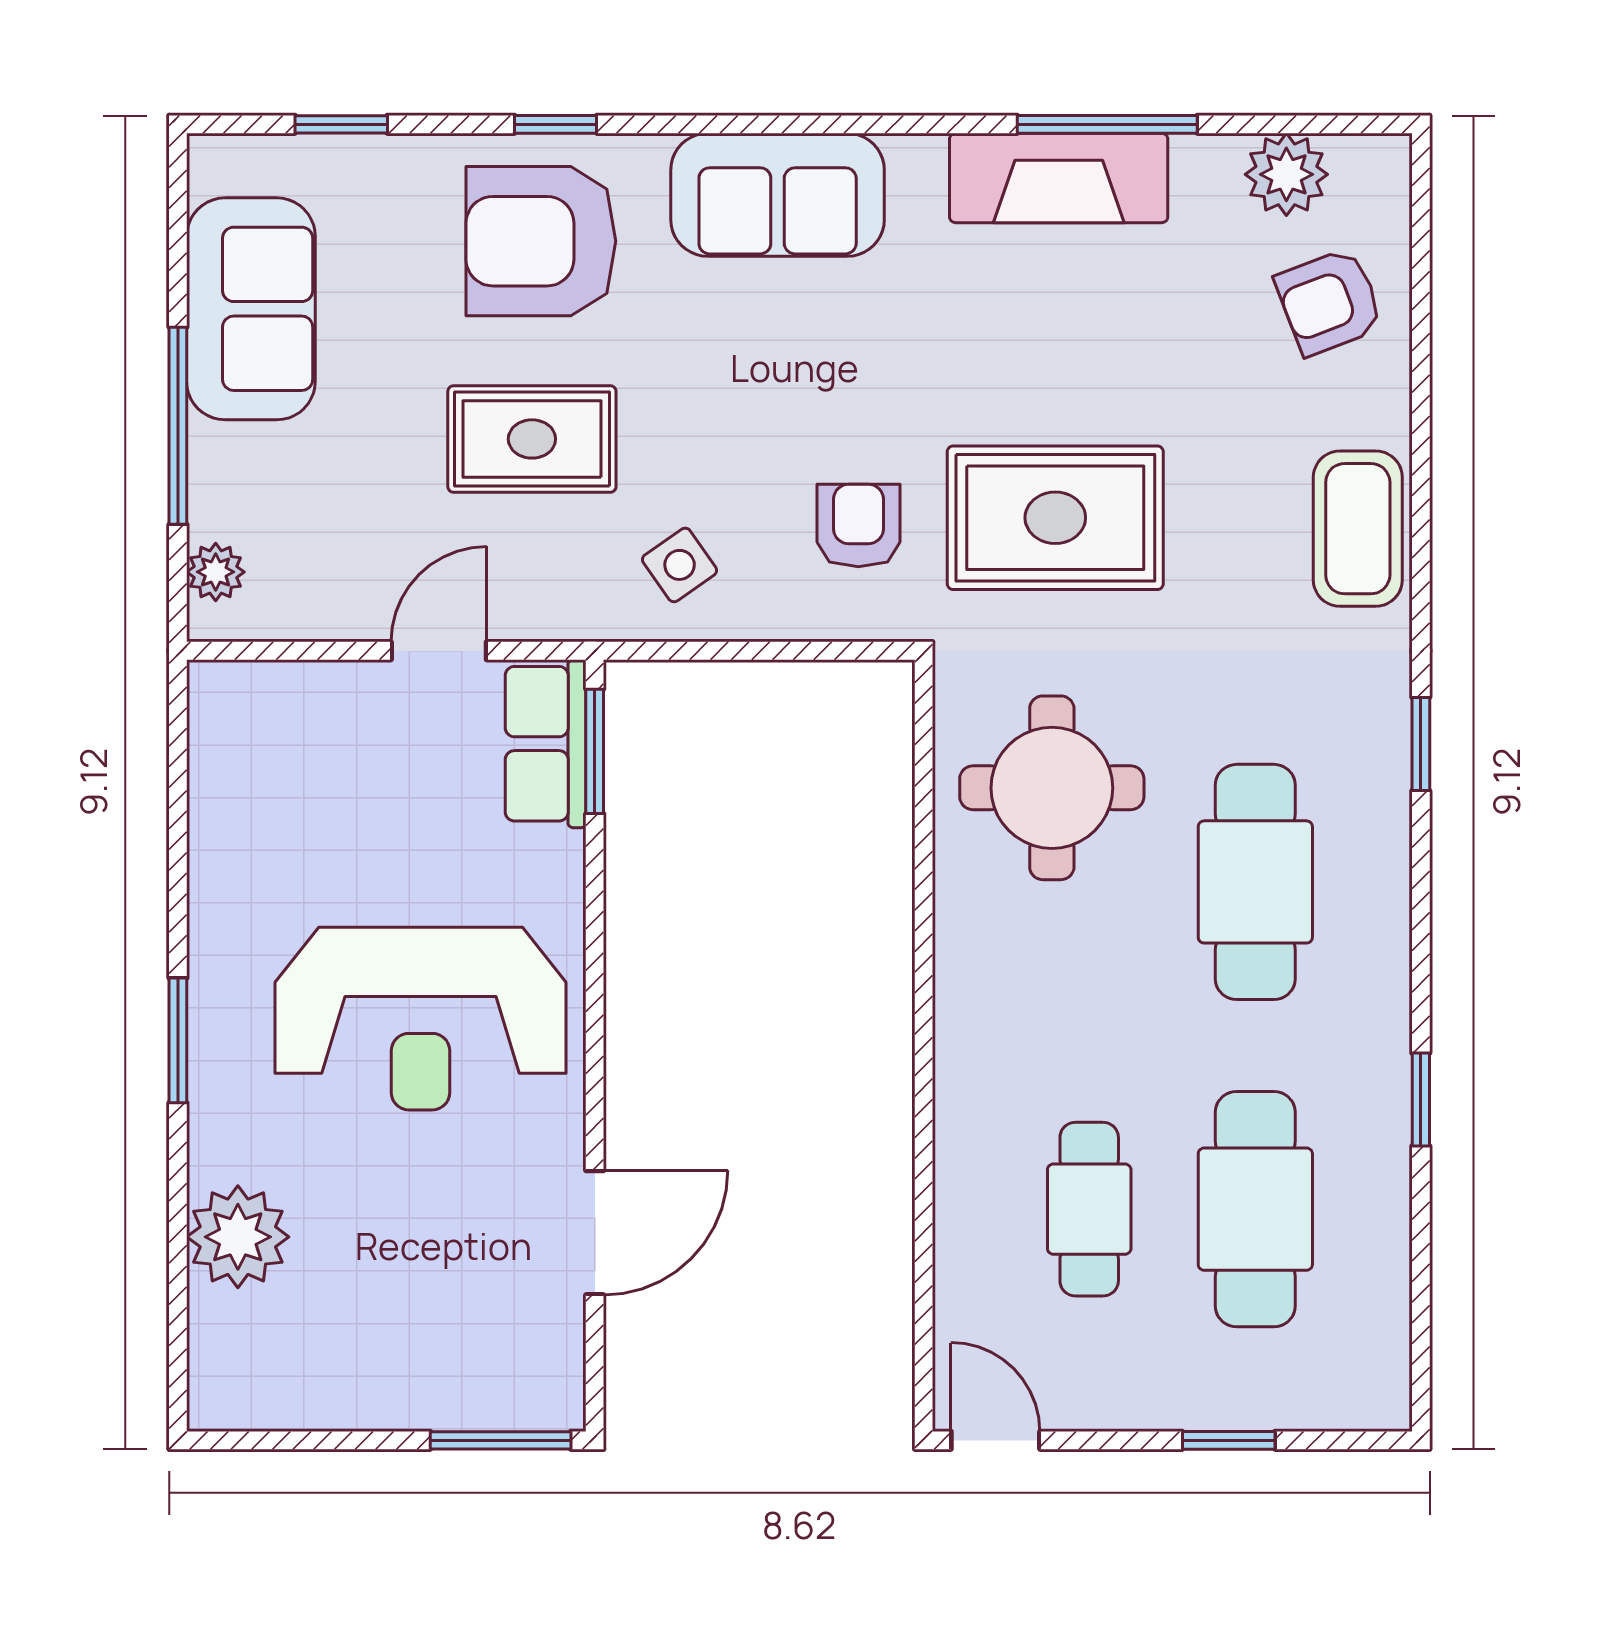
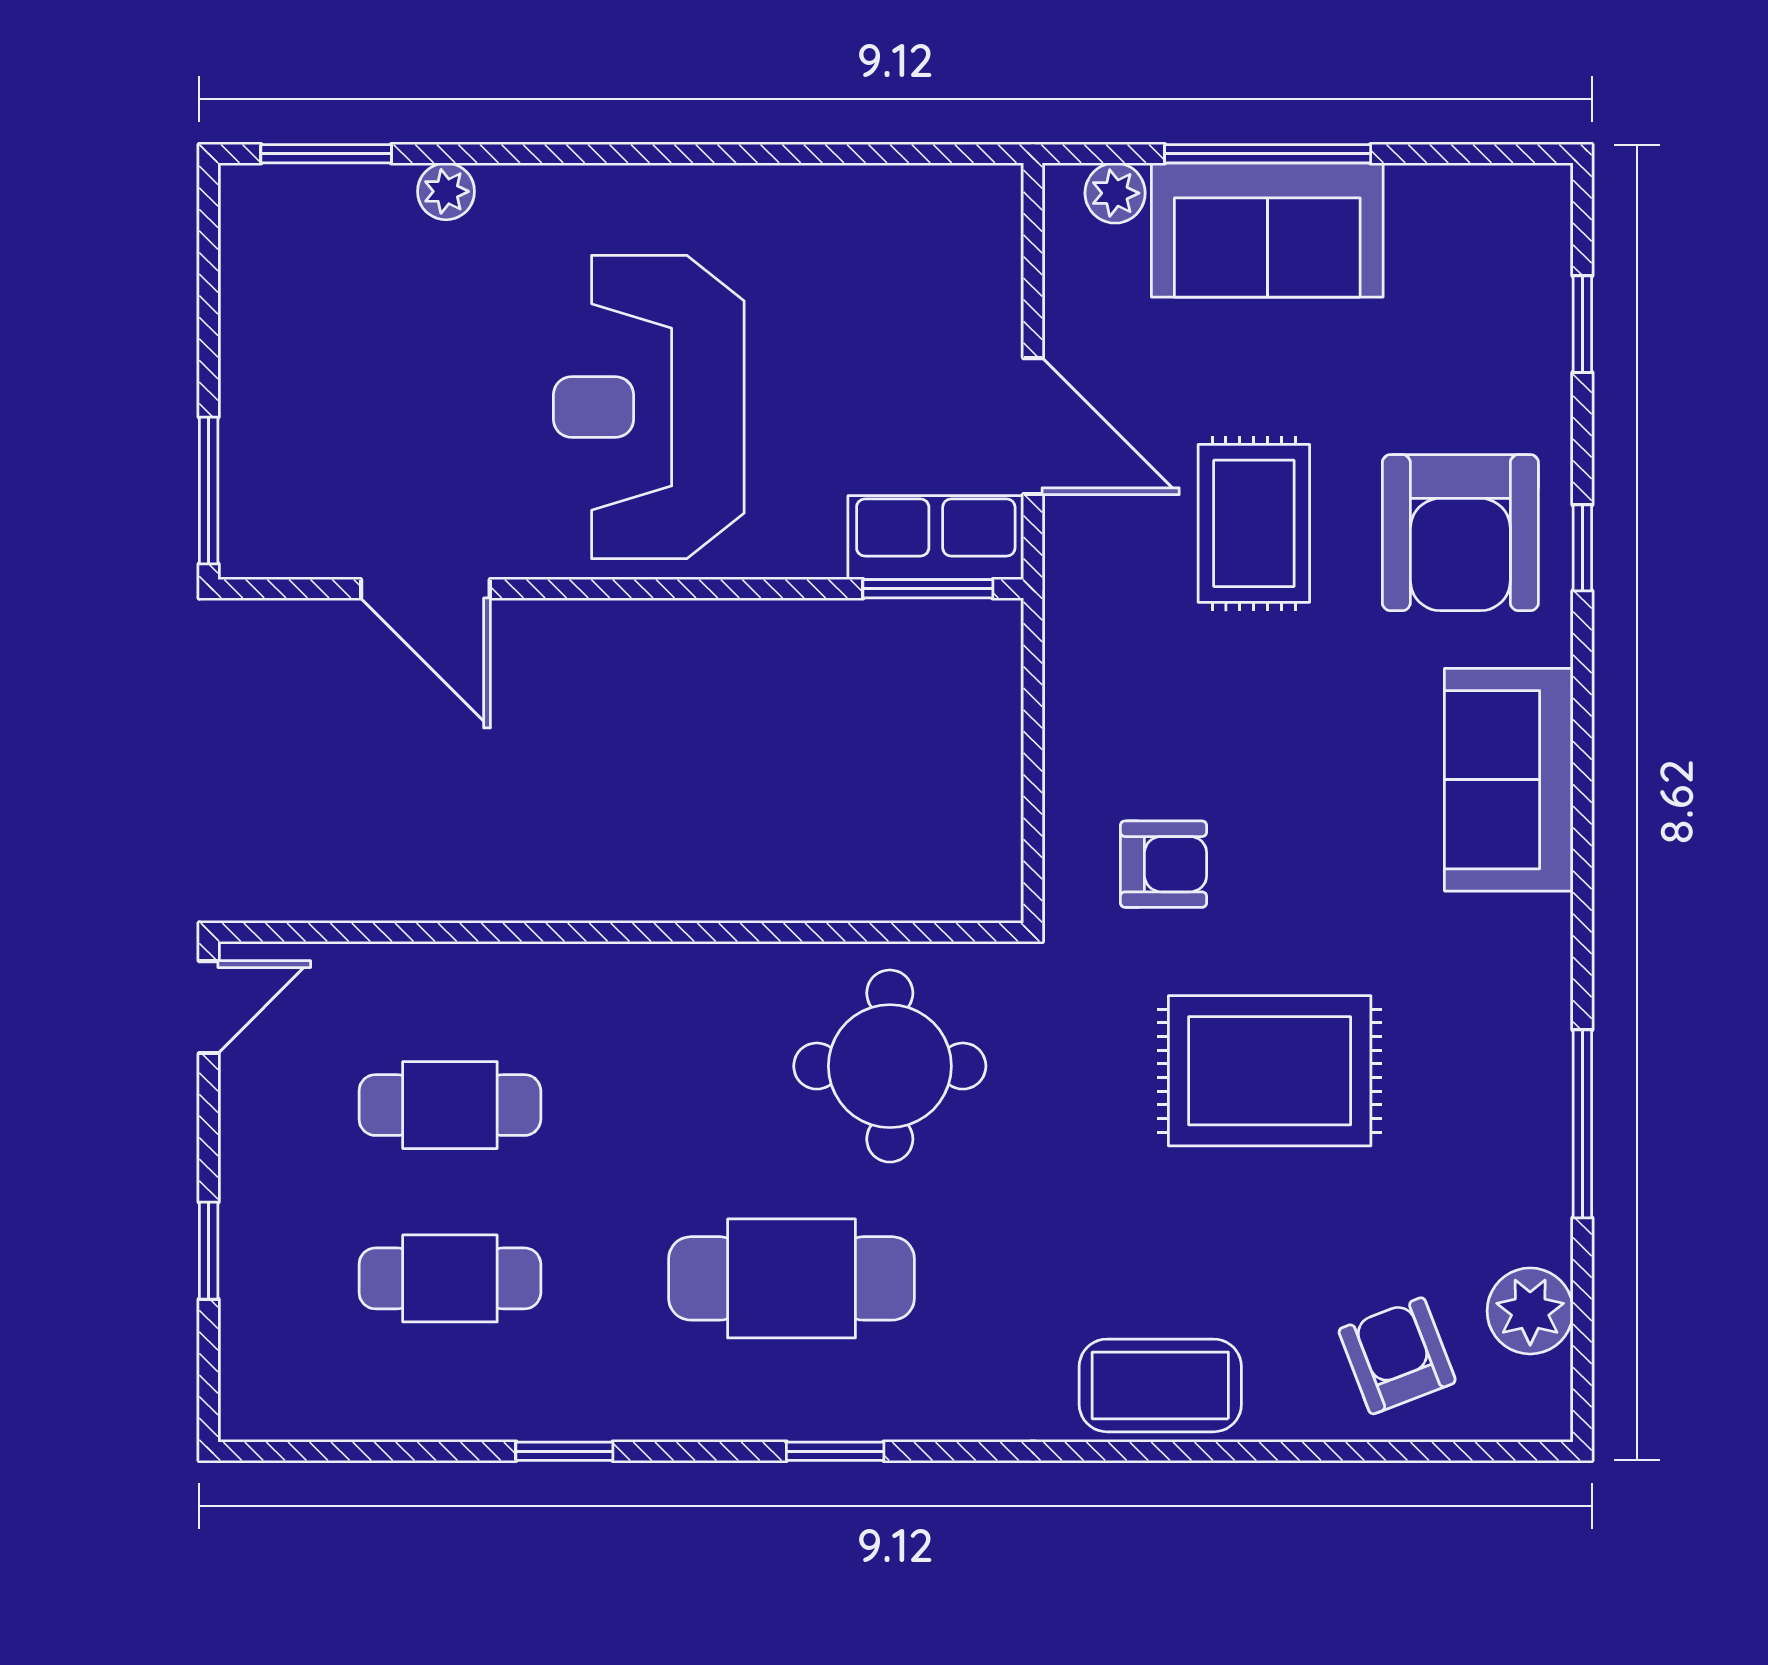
fireplace: (1059, 178) -> (1526, 1073), removed
armchair: (541, 241) -> (1460, 533), turned 180
sofa: (251, 309) -> (1267, 230), moved
rug: (1055, 518) -> (1270, 1071), moved, turned 90
side table: (680, 565) -> (1122, 677), removed
door: (439, 651) -> (1033, 426), width x1.38
window: (1421, 744) -> (835, 1451), moved
window: (178, 1040) -> (326, 154), moved
cafe table: (1255, 1209) -> (450, 1278), width x0.73, depth x0.74
plant: (238, 1237) -> (446, 191), width x0.53, depth x0.53

